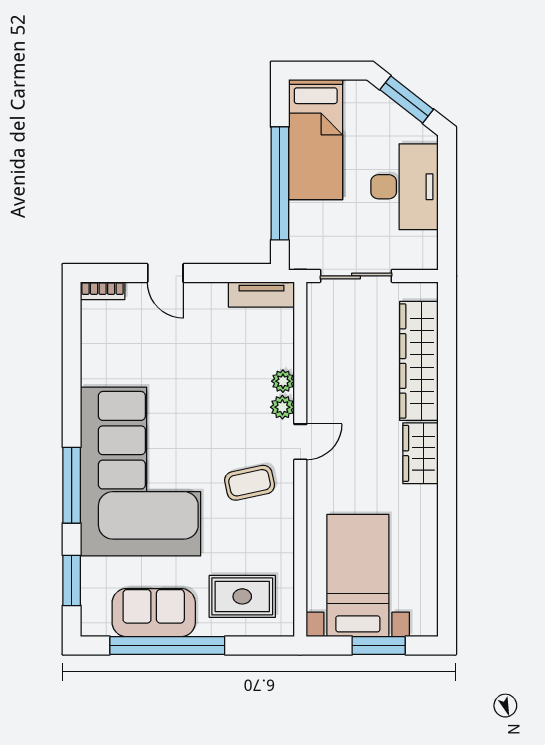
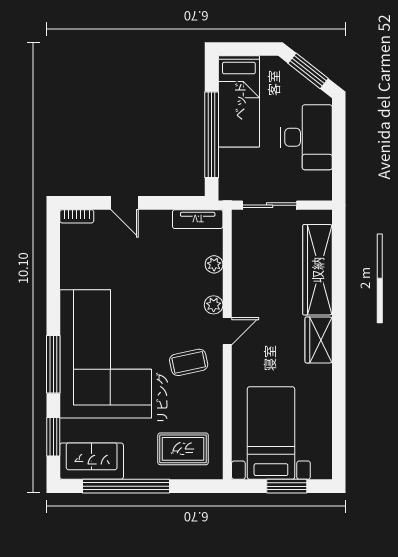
plant: (283, 381) -> (214, 264), moved
sofa: (154, 613) -> (92, 461), moved

